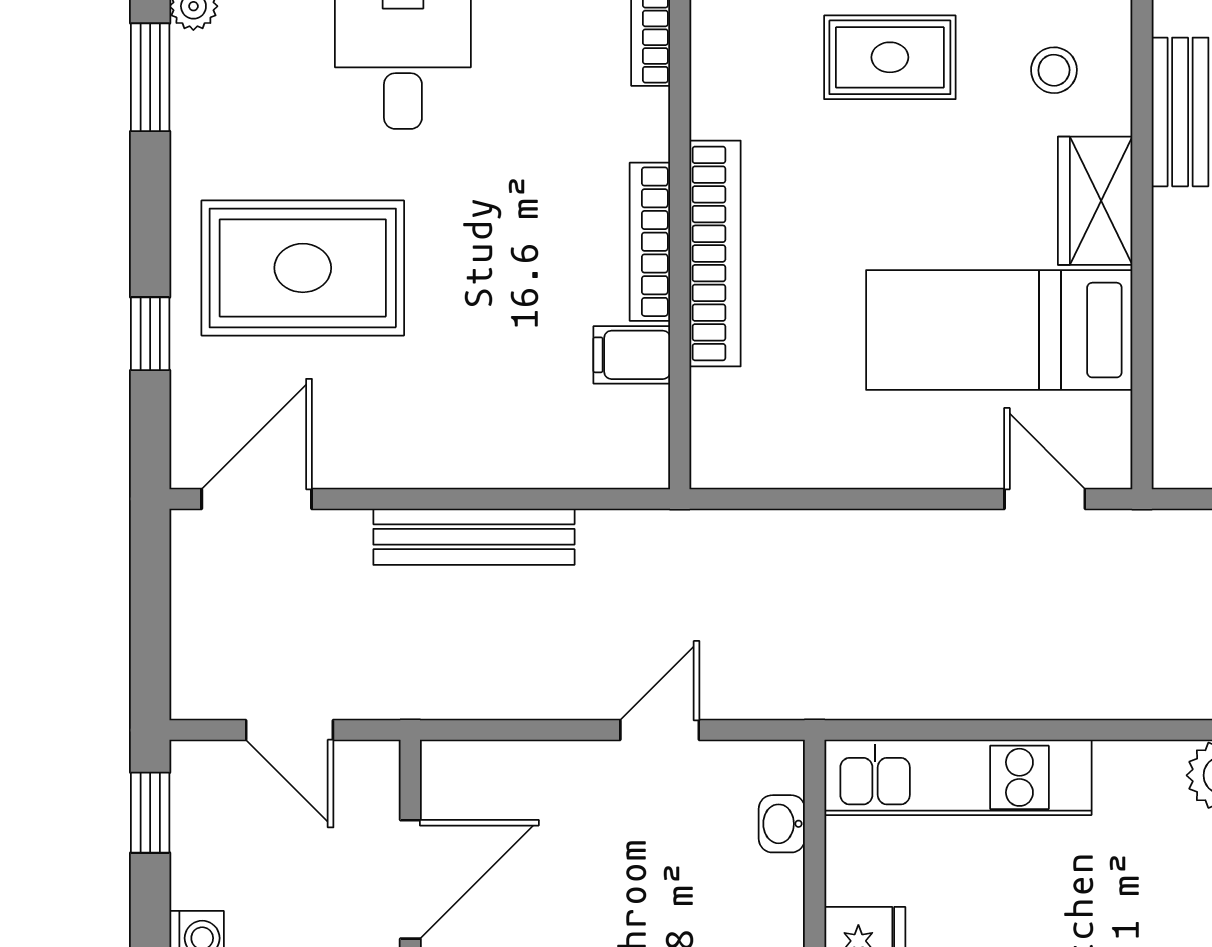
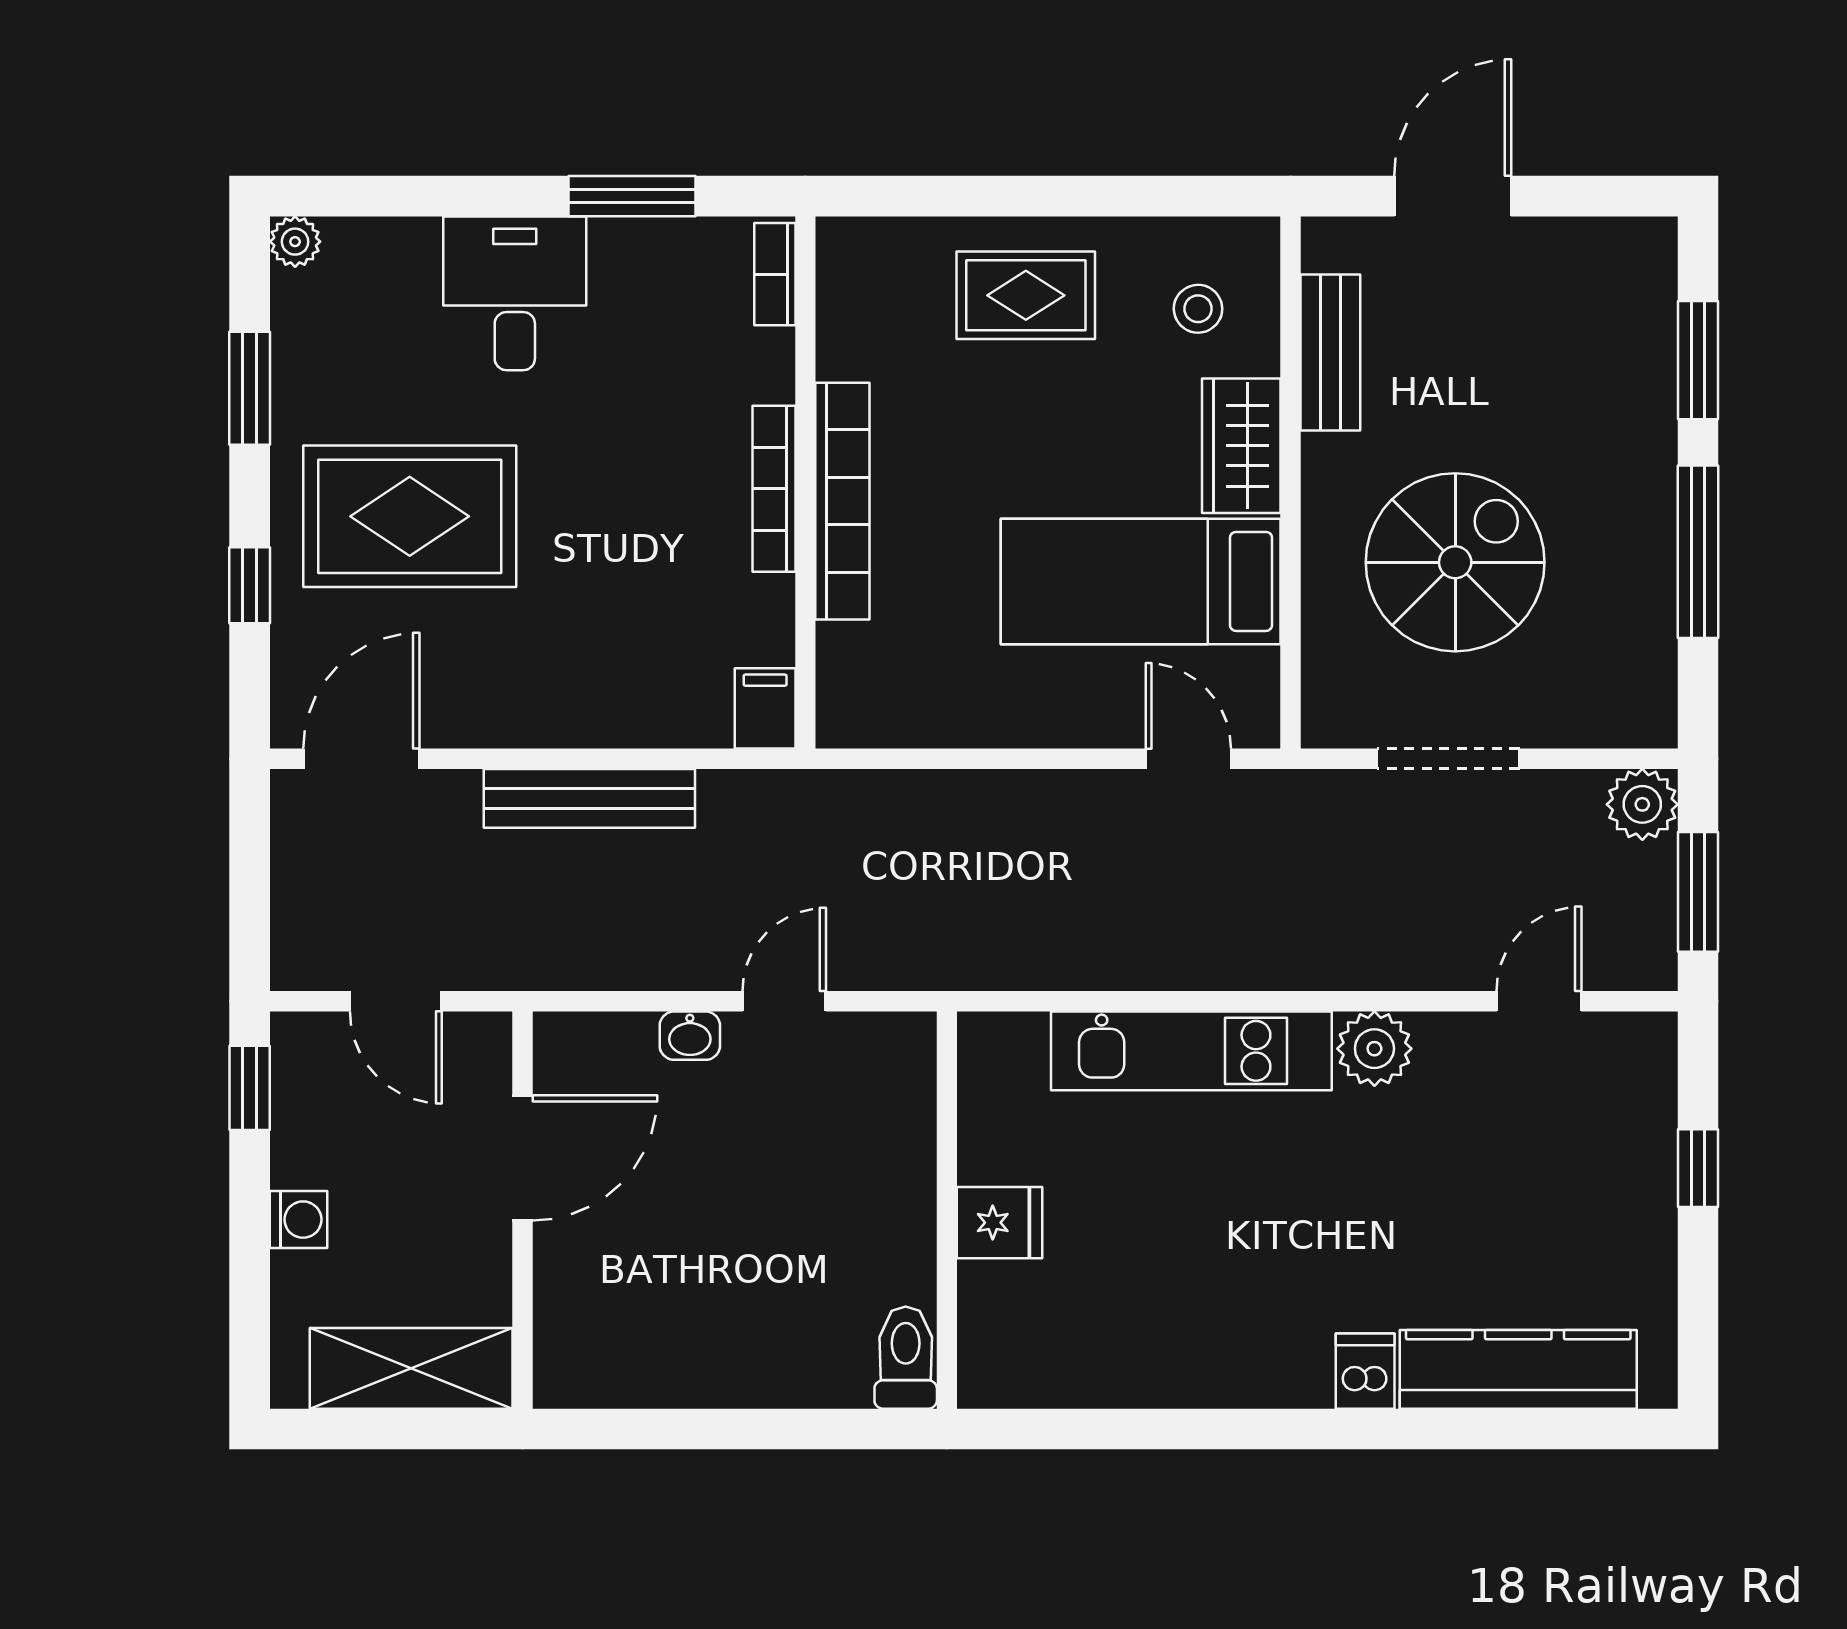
window: (150, 77) -> (250, 388), moved
filing cabinet: (632, 355) -> (765, 708), moved, turned 90
kitchen unit: (958, 777) -> (1191, 1051), moved
washbasin: (782, 824) -> (690, 1036), moved, turned -90

